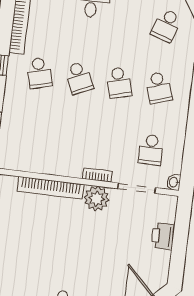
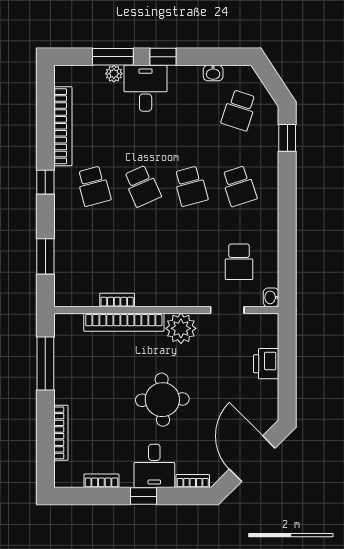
bookcase: (97, 175) -> (117, 300), moved
doorway: (137, 188) -> (227, 310), width x0.73
round table: (74, 255) -> (162, 400), added

